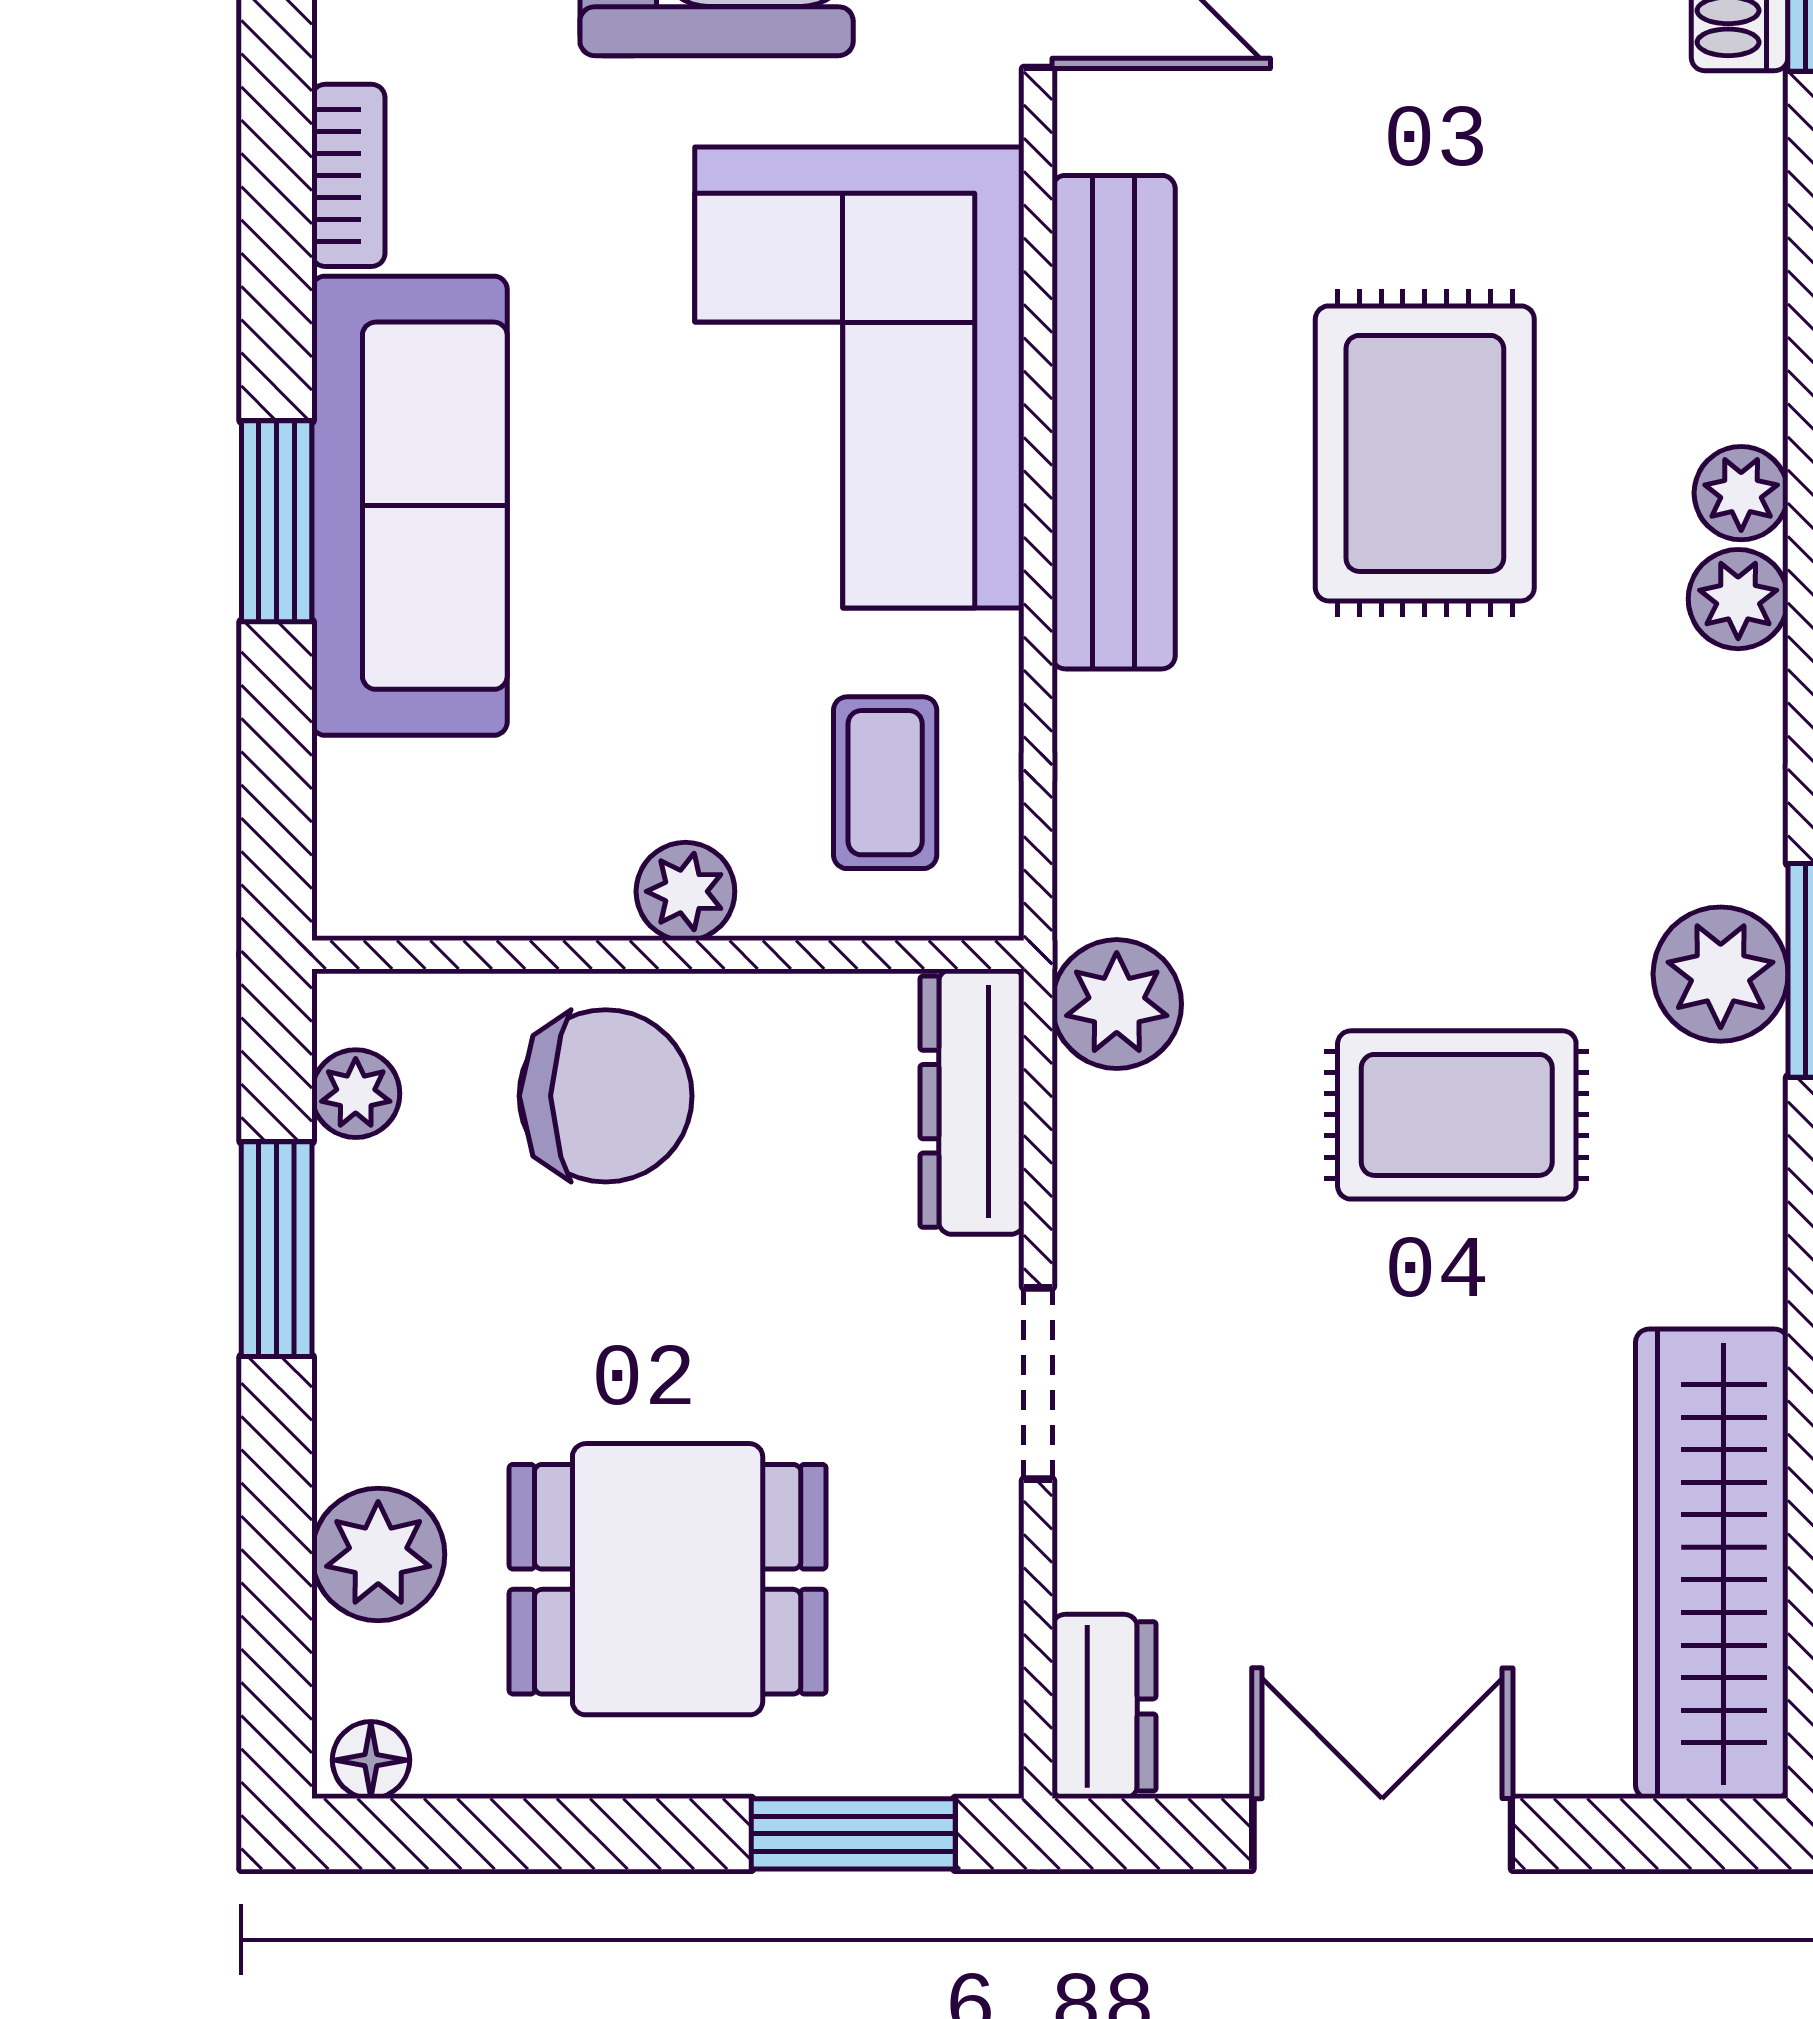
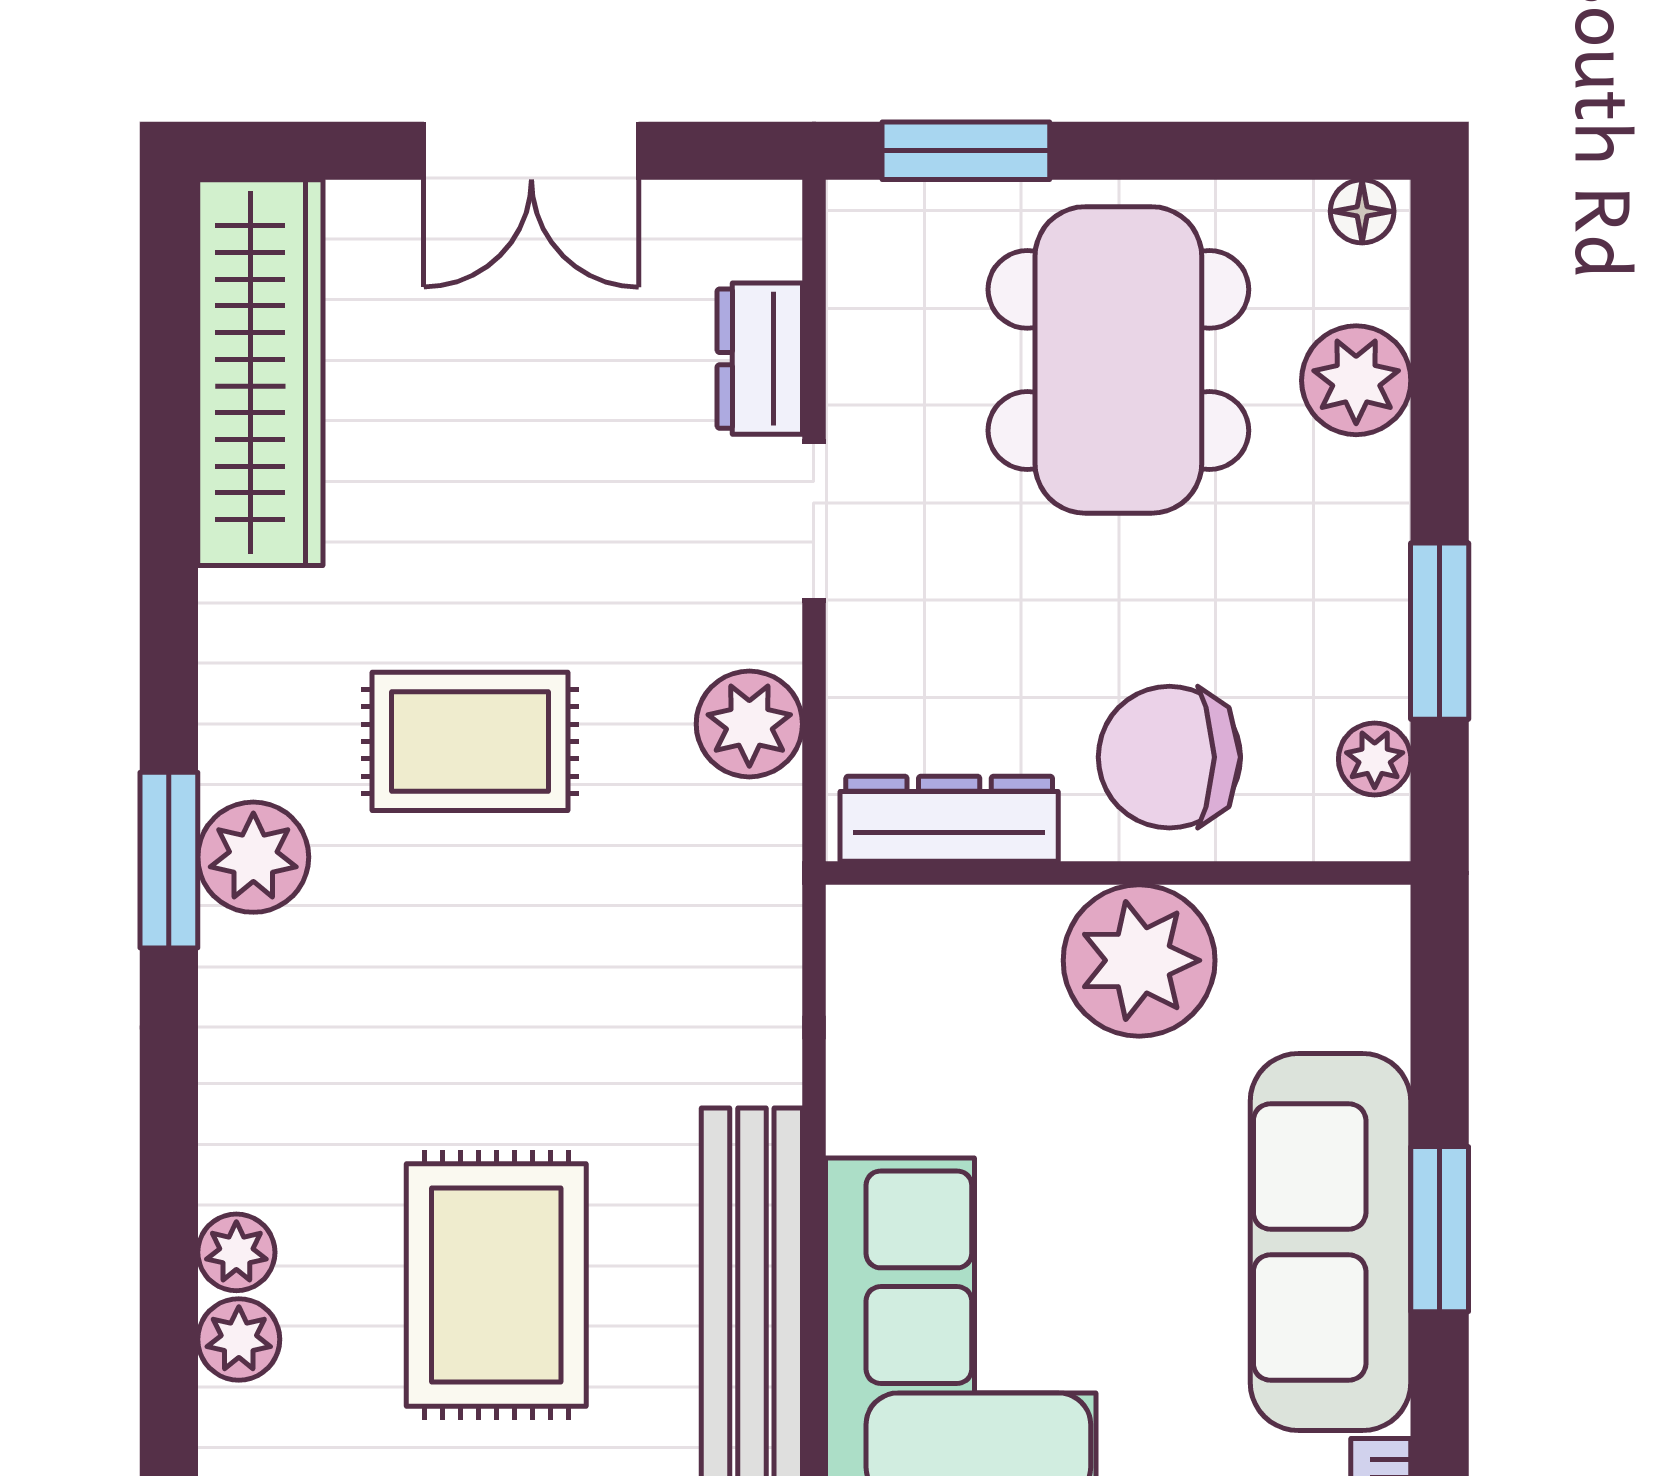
plant: (1738, 599) -> (239, 1339), moved
coffee table: (885, 783) -> (940, 1014), removed
plant: (685, 891) -> (1139, 960), width x1.88, depth x1.88
plant: (1117, 1004) -> (749, 724), moved
dresser: (972, 1102) -> (949, 819), moved, turned -90
dining table: (668, 1579) -> (1118, 360), width x1.37
dresser: (1104, 1706) -> (760, 359), moved

